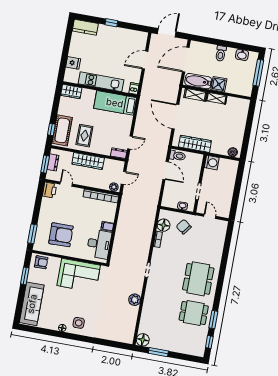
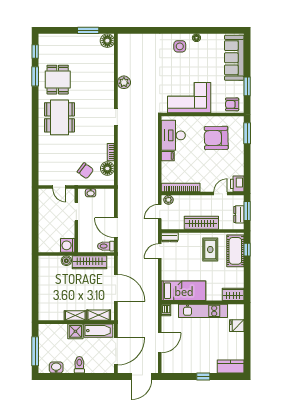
boiler: (233, 152) -> (66, 261), moved
door: (66, 184) -> (221, 194), swing flipped
dining table: (194, 313) -> (58, 80), turned 90

